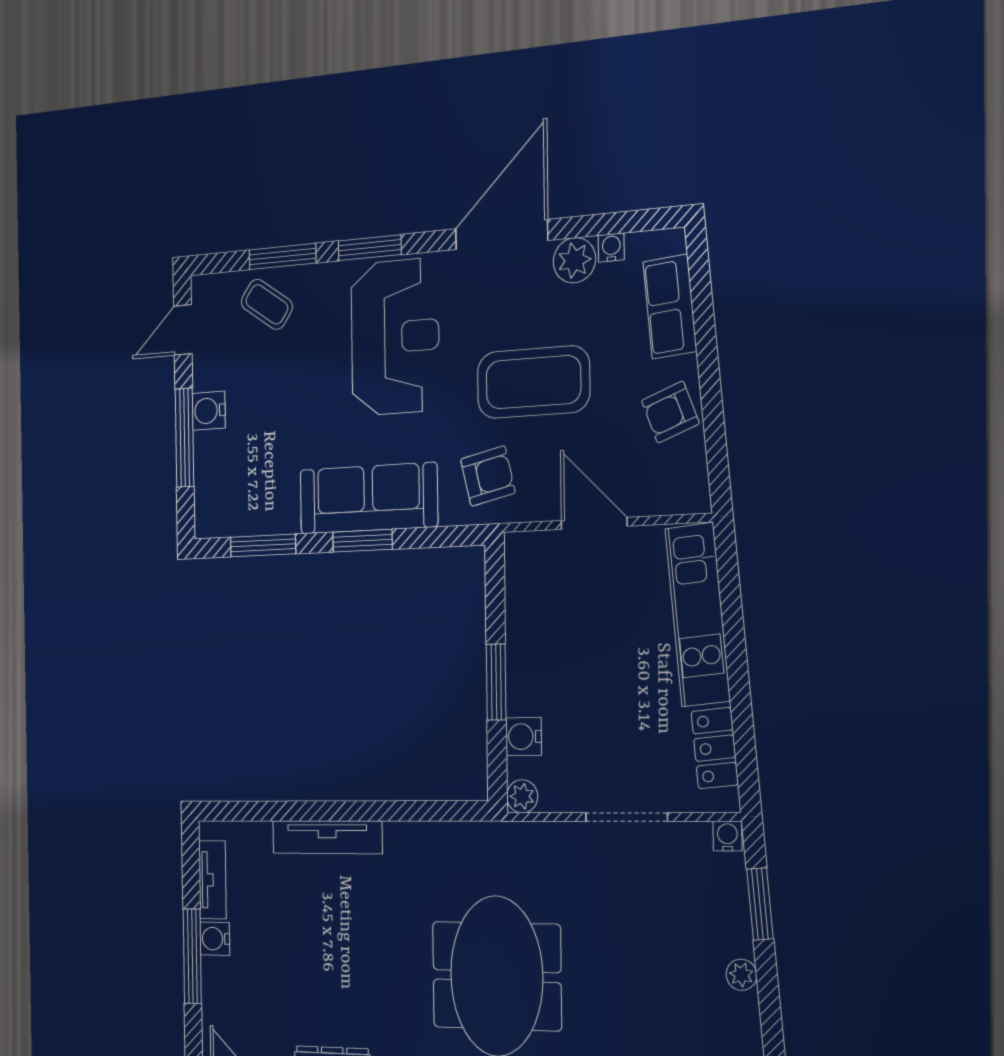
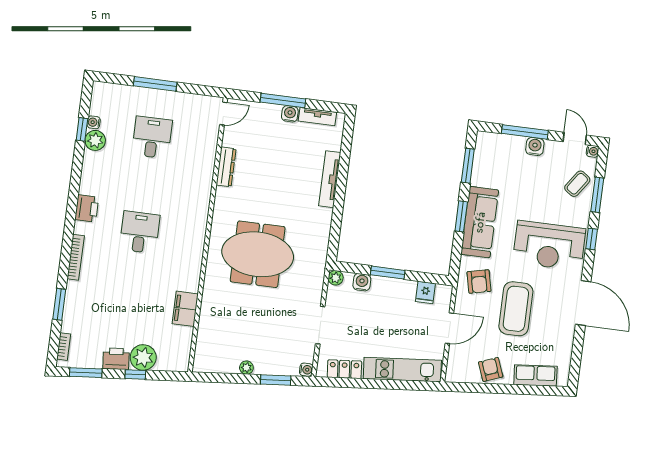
window: (370, 248) -> (592, 239), width x0.67
water cooler: (611, 248) -> (593, 151), moved
plant: (574, 260) -> (565, 335), removed
fridge: (526, 591) -> (425, 292), added

